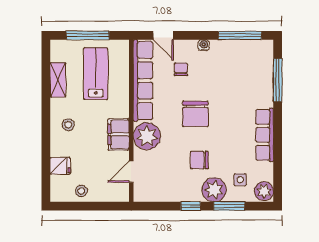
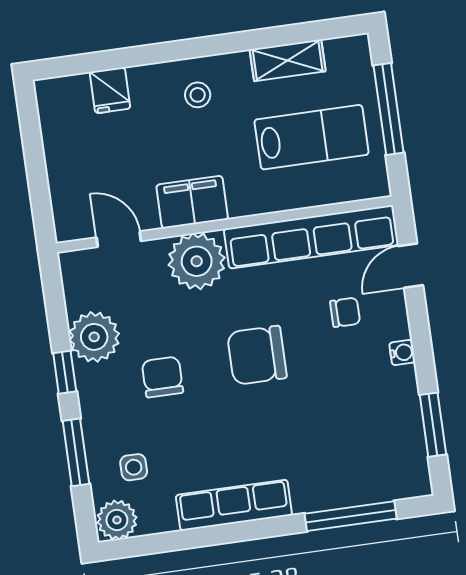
window: (240, 35) -> (433, 425), width x0.69
plant: (214, 190) -> (94, 337), moved
stool: (81, 191) -> (64, 141), removed

